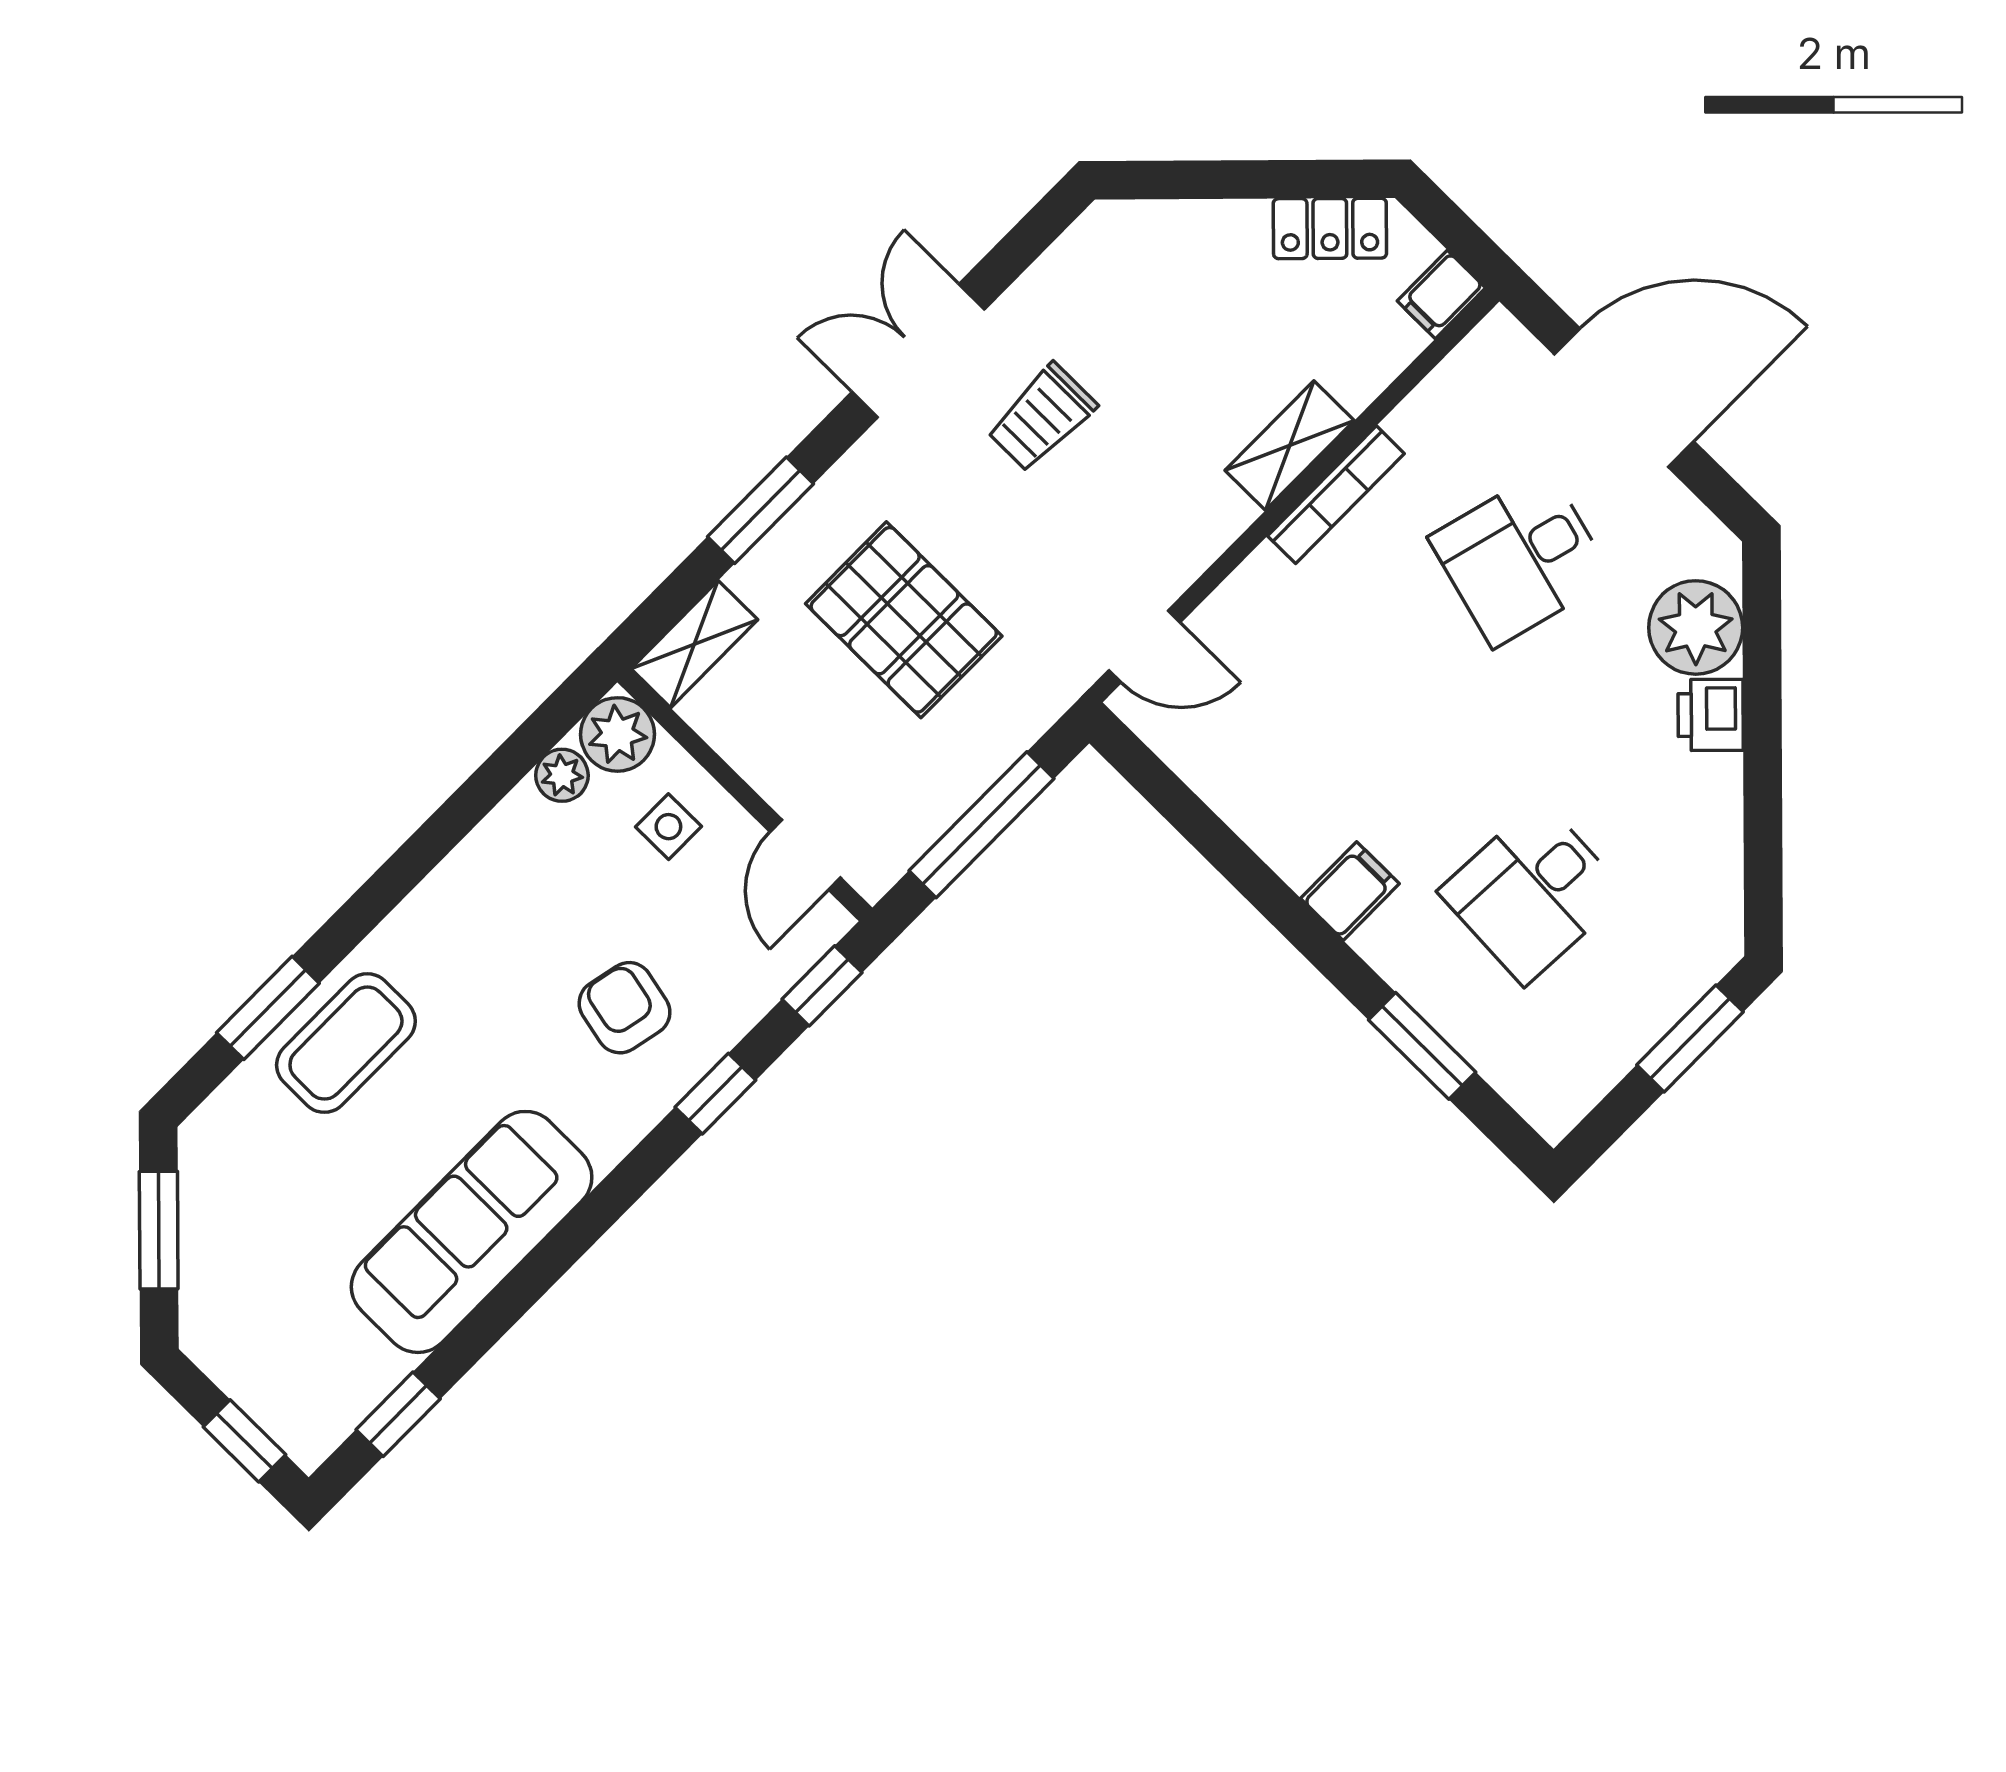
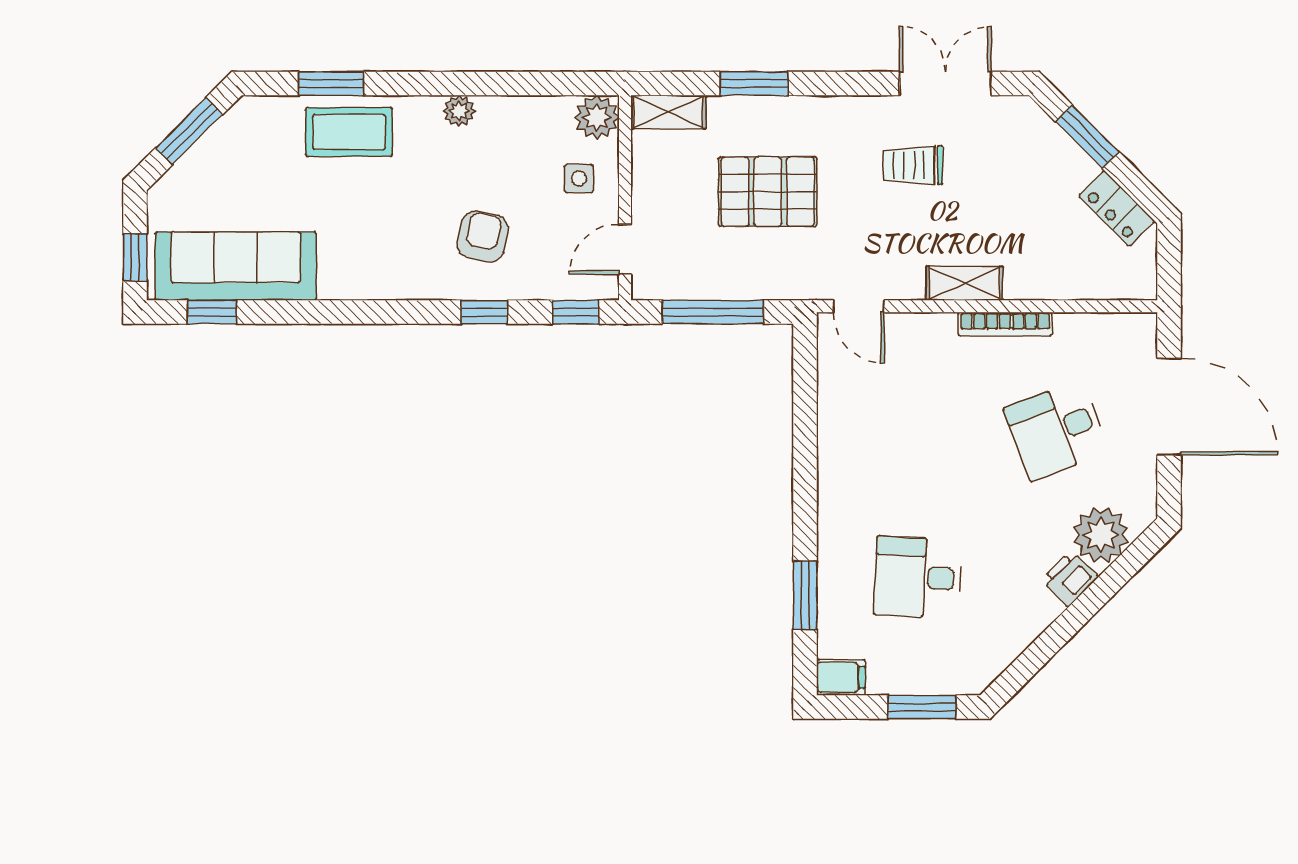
window: (1212, 180) -> (1087, 137), added
filing cabinet: (1441, 294) -> (1136, 284), removed
double door: (918, 351) -> (945, 84), moved
shelving: (1290, 446) -> (964, 283), moved
desk: (1521, 558) -> (1056, 430), turned -36
pallet: (904, 620) -> (768, 192), turned 90
plant: (562, 775) -> (459, 111), moved
filing cabinet: (1350, 891) -> (841, 677), moved
sofa: (472, 1232) -> (236, 266), moved

